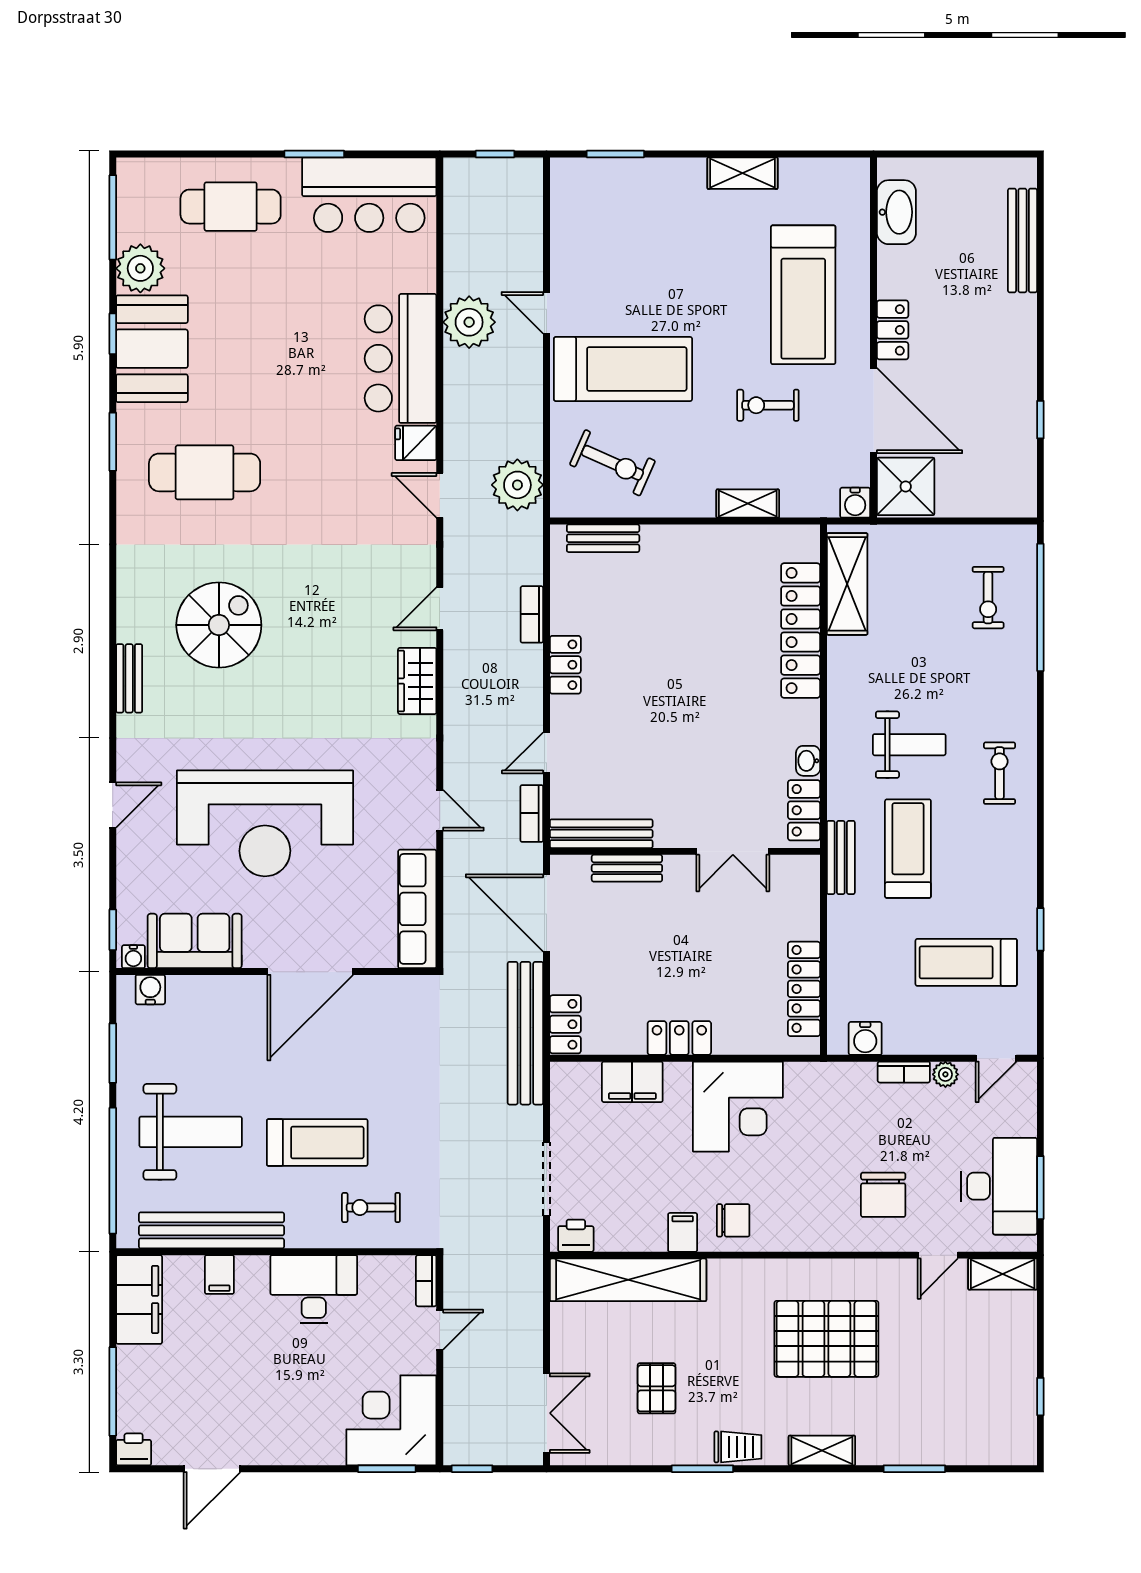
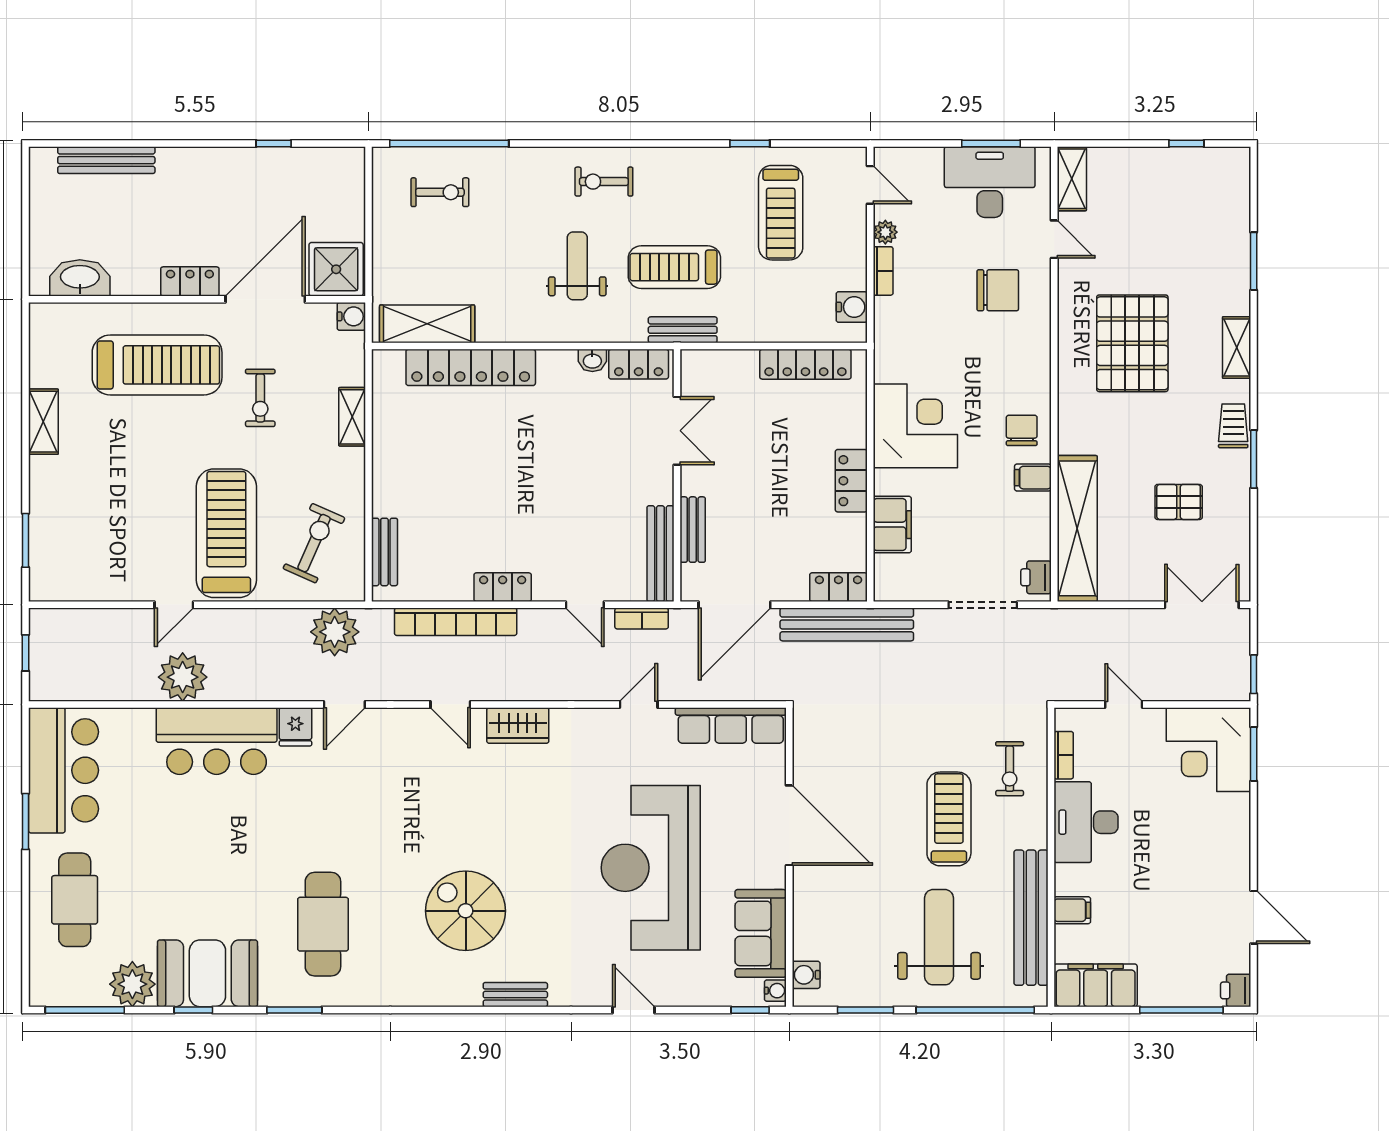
bookcase: (532, 614) -> (456, 622), width x2.31, depth x1.31
reception desk: (265, 823) -> (651, 868), turned 180
bookcase: (426, 1281) -> (1064, 755), moved, turned -90

